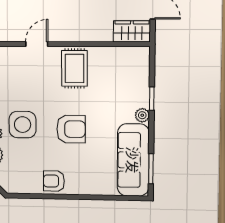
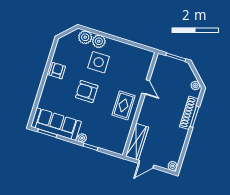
wardrobe: (132, 31) -> (137, 142), width x1.50
rug: (74, 68) -> (124, 105), turned 90
armchair: (71, 129) -> (87, 92), turned 90

